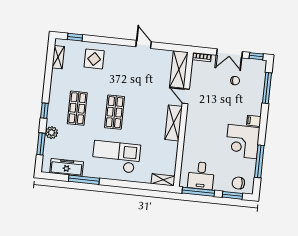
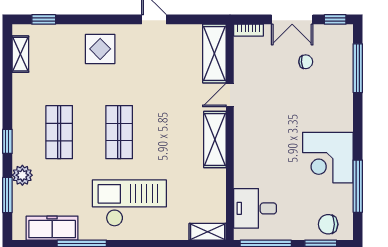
display table: (94, 59) -> (100, 49), moved
door: (186, 96) -> (230, 95), hinge flipped
filing cabinet: (254, 121) -> (342, 123), removed
desk: (201, 176) -> (255, 208), moved, turned 90

